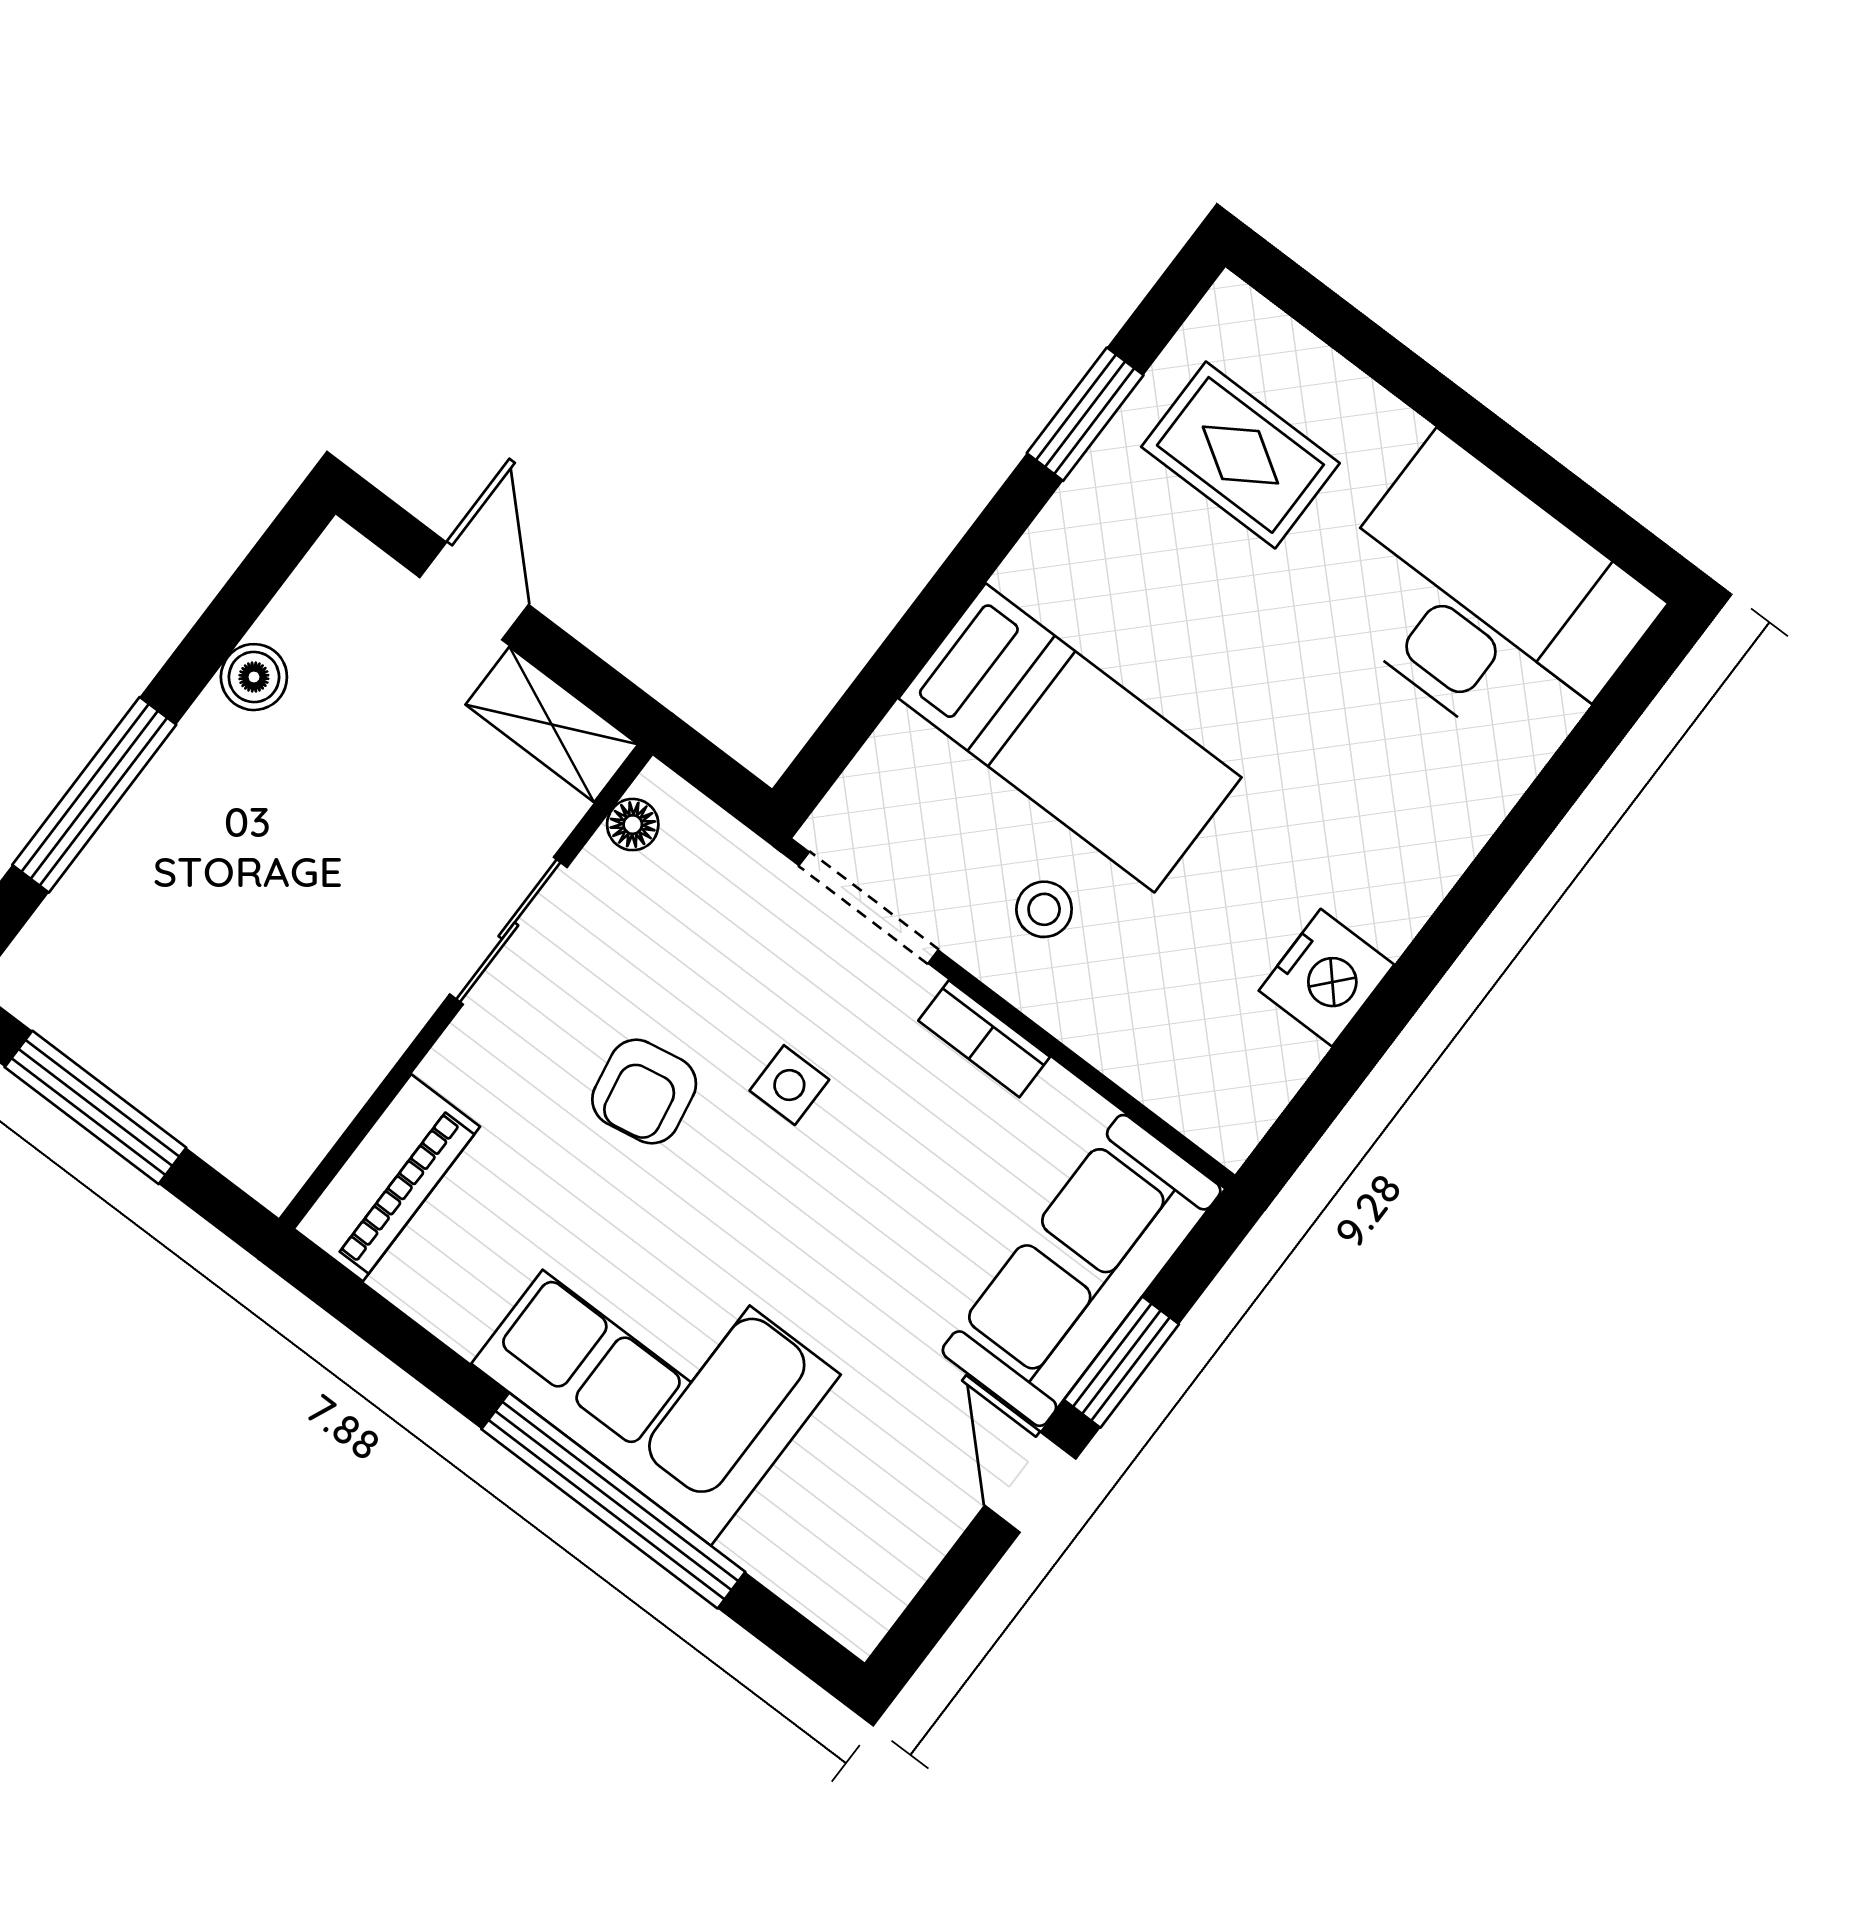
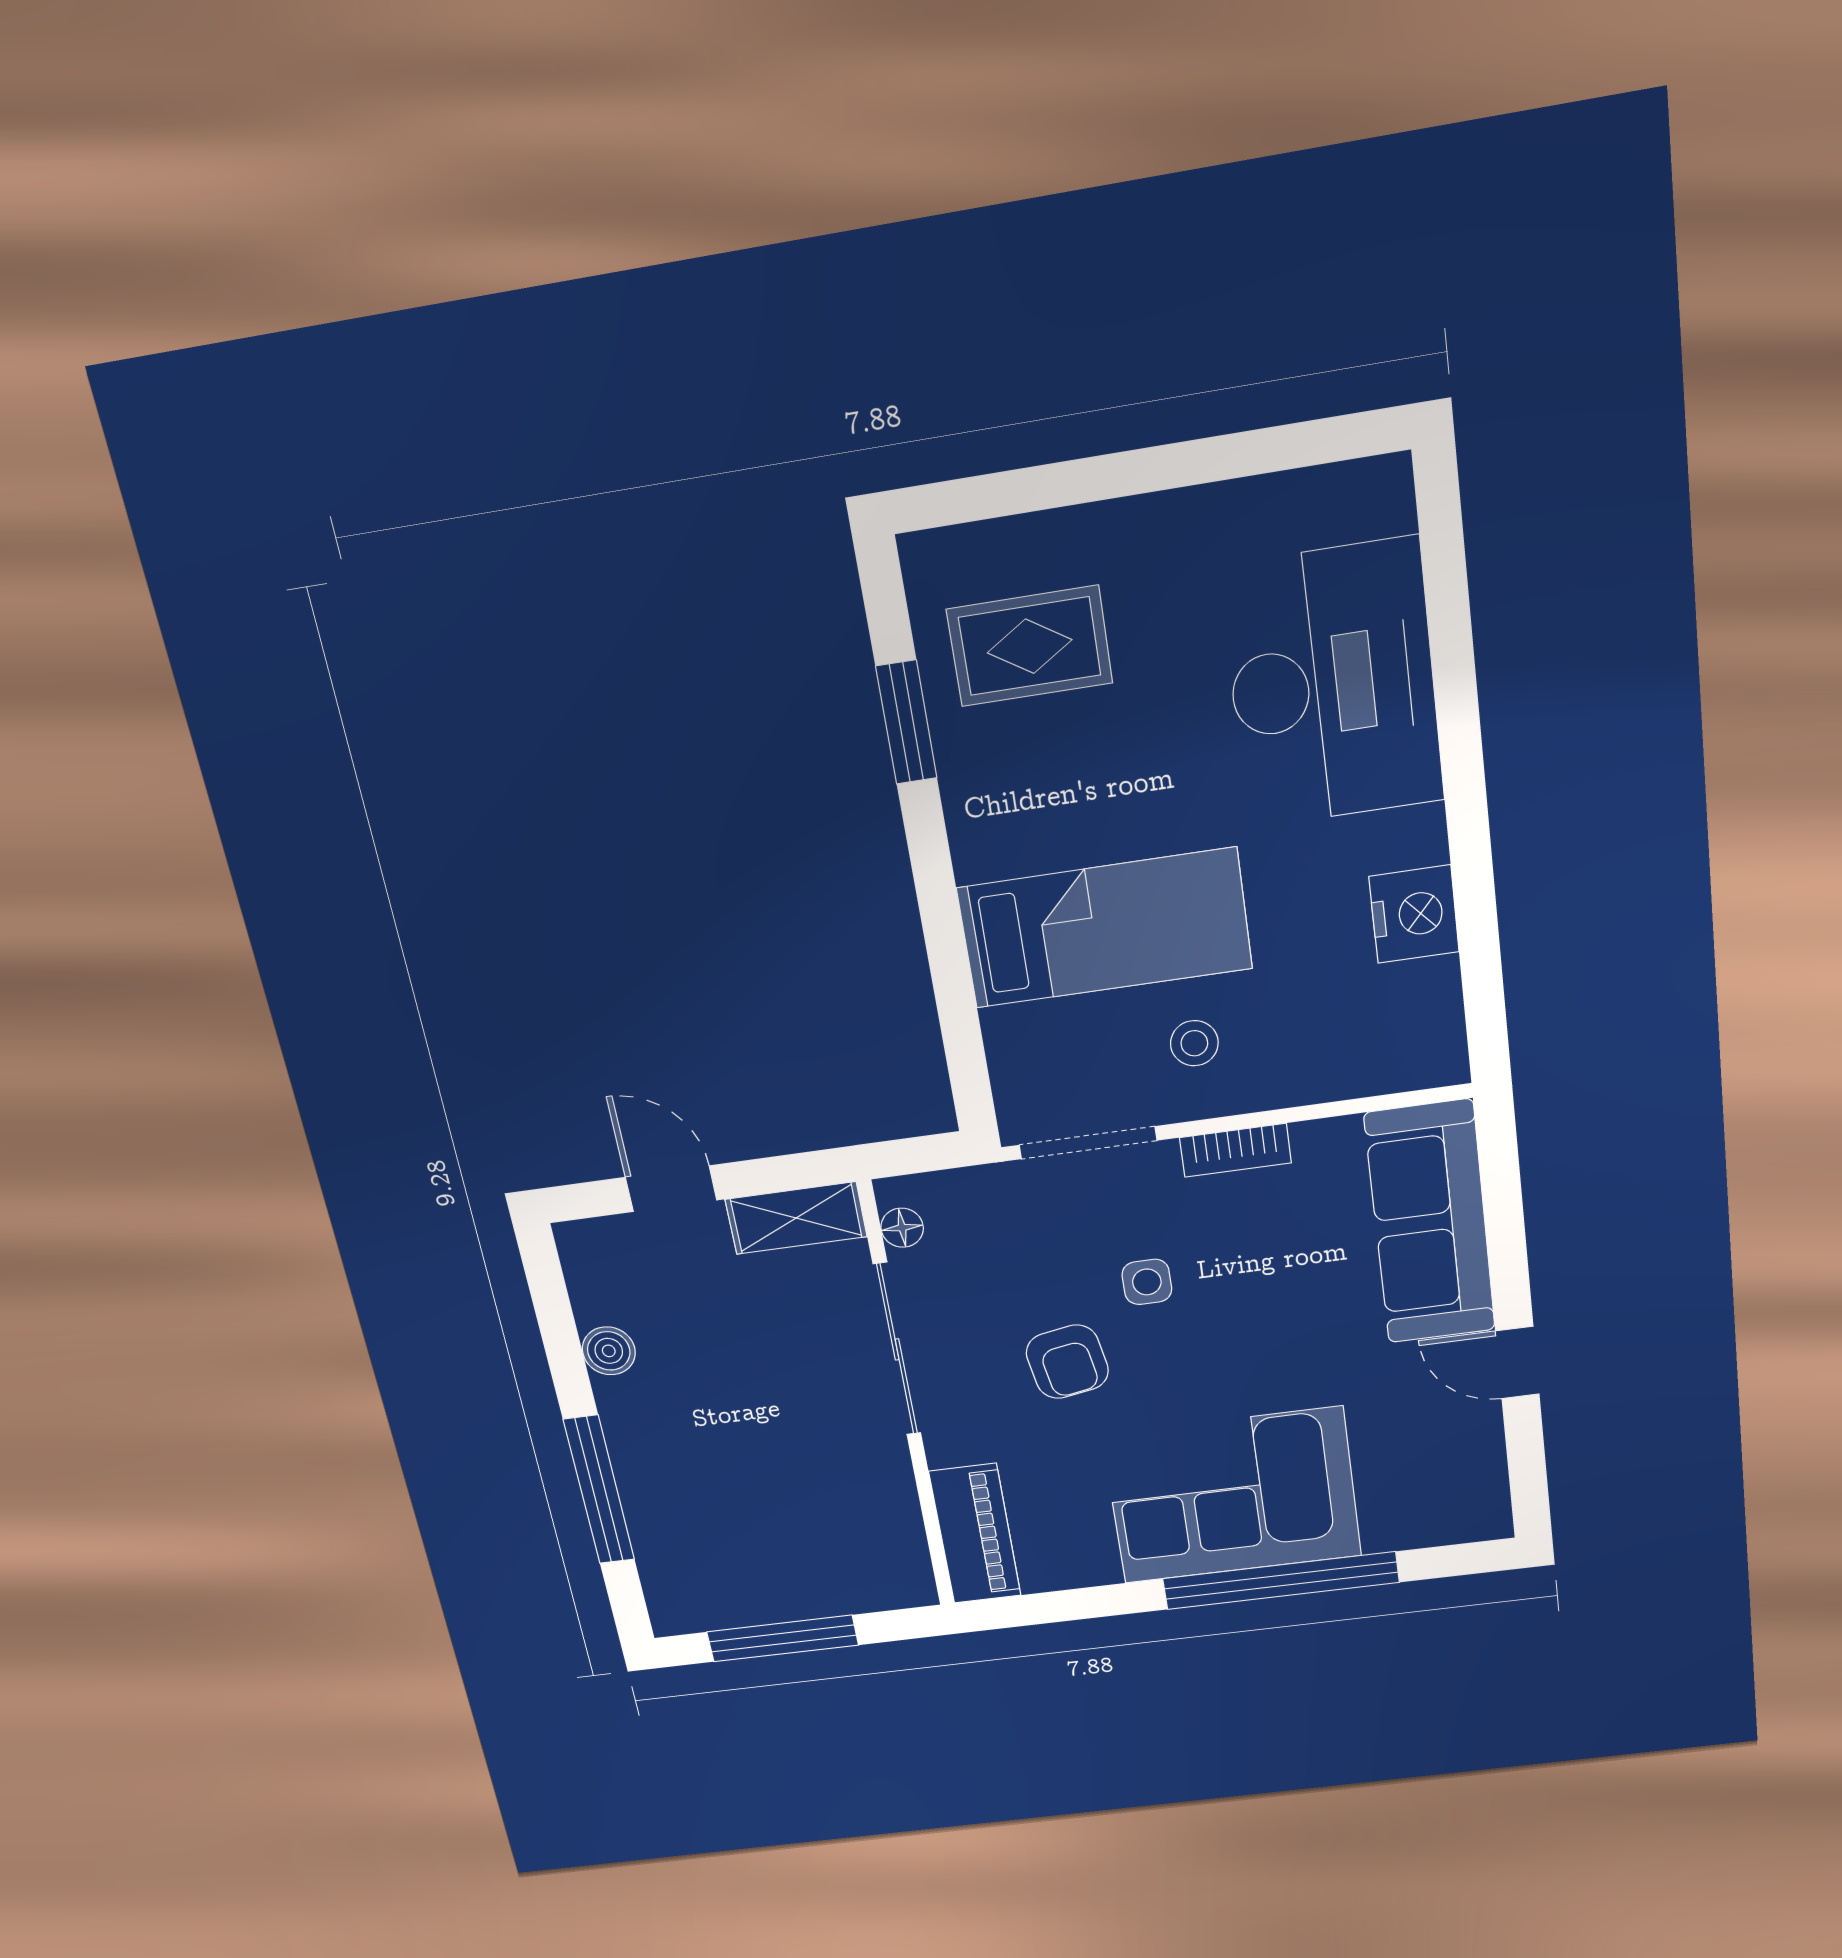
desk: (1487, 602) -> (1332, 685), moved, turned 90
sliding door: (508, 931) -> (897, 1349), width x1.37
window: (1121, 1362) -> (1507, 1250), removed

